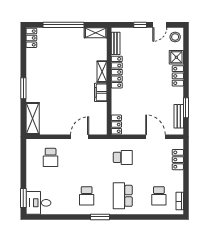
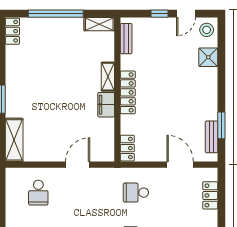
locker: (117, 72) -> (128, 92), moved
locker: (178, 76) -> (210, 82), removed
school desk: (123, 157) -> (136, 193), turned 180

